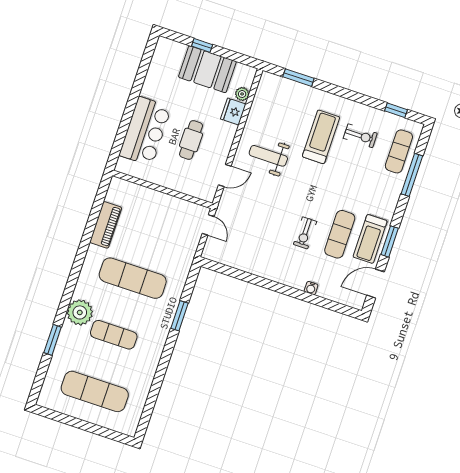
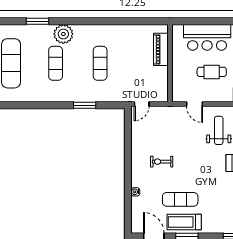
piano: (106, 225) -> (161, 49), moved, turned 90
door: (208, 225) -> (142, 104), moved
exercise bike: (305, 233) -> (162, 162), moved
exercise mat: (133, 278) -> (100, 63), width x0.73, depth x0.69

